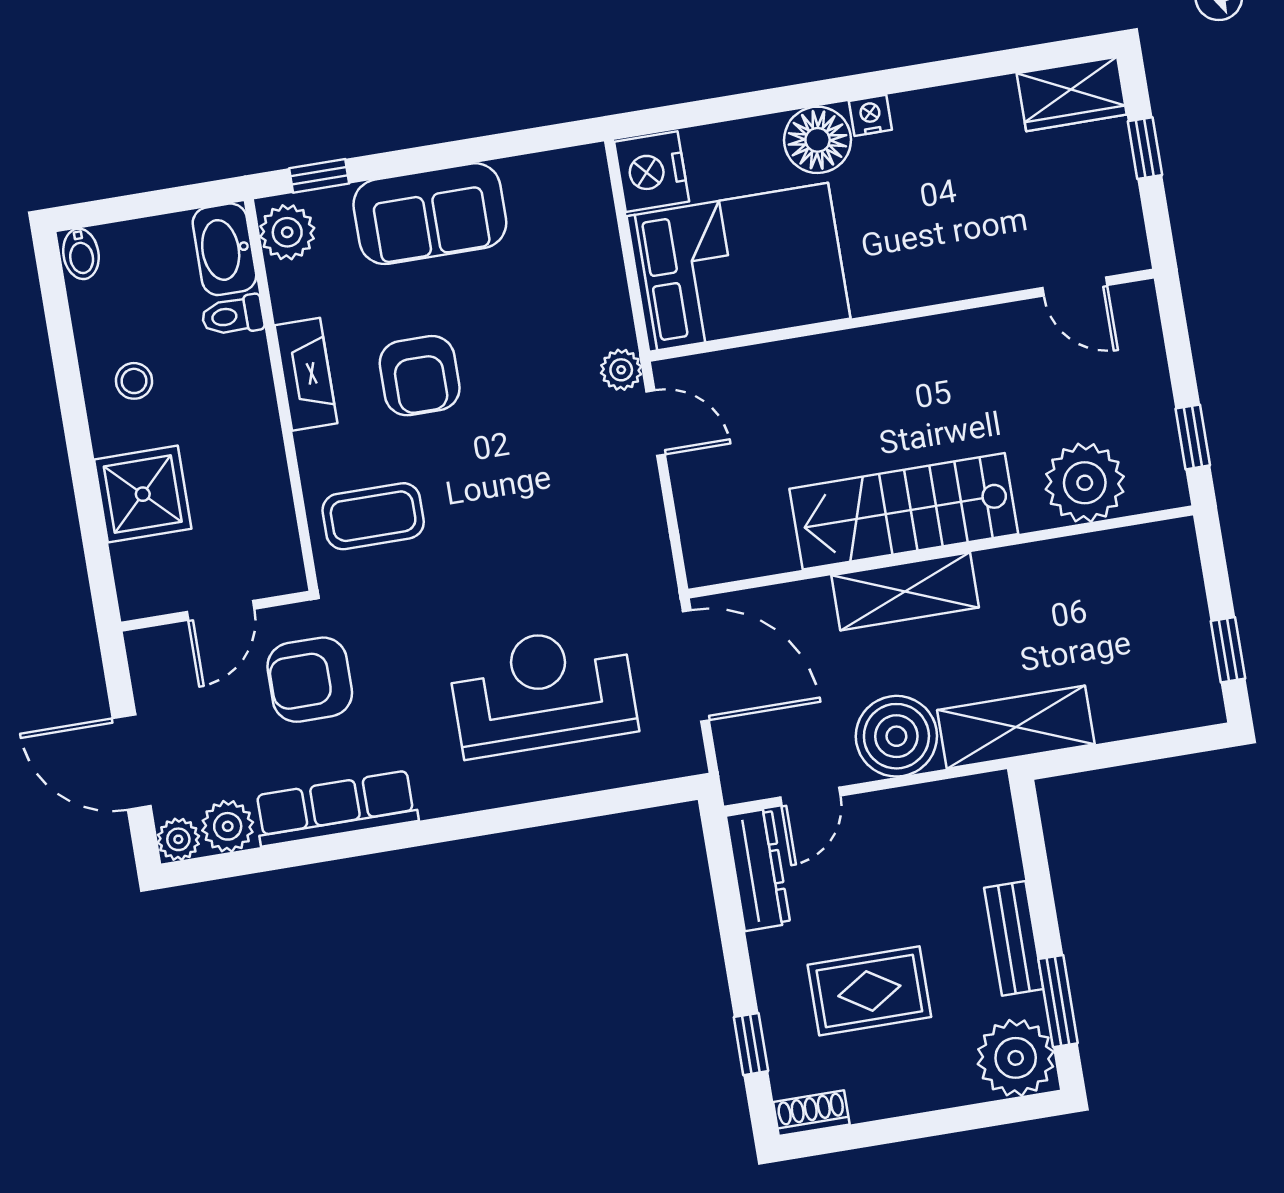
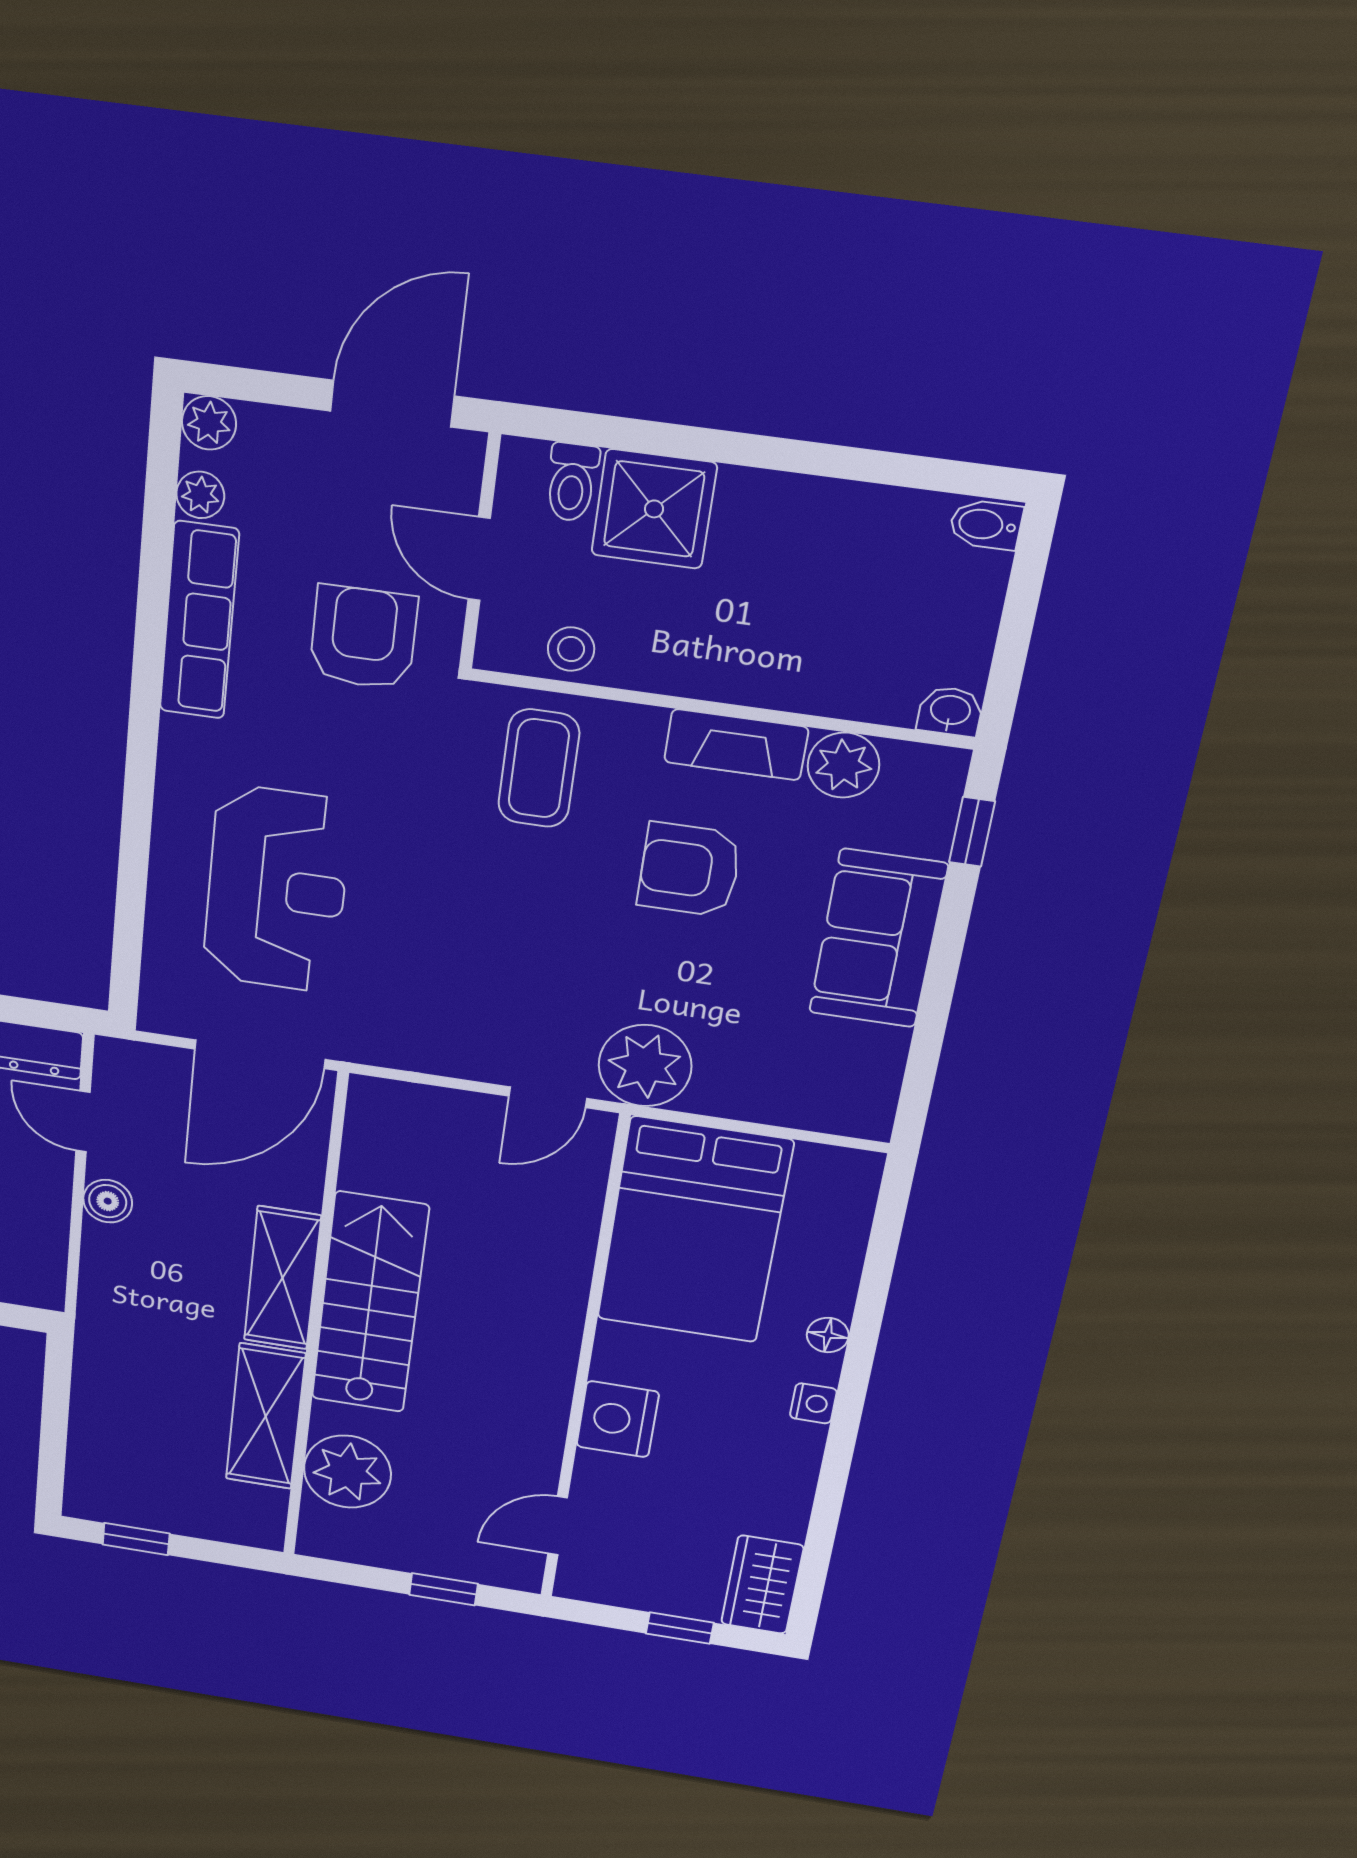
floor lamp: (818, 140) -> (828, 1335), width x0.53, depth x0.53
nightstand: (652, 172) -> (618, 1419), moved, turned -90
plant: (287, 232) -> (843, 765), moved
washbasin: (224, 249) -> (950, 711), width x0.52, depth x0.69
toilet: (233, 316) -> (572, 482), moved, turned 180
plant: (621, 370) -> (645, 1066), width x1.87, depth x1.87
stool: (134, 381) -> (571, 649), moved
window: (1193, 437) -> (443, 1589), moved
shelving: (1016, 727) -> (266, 1417), moved
boiler: (896, 736) -> (108, 1201), width x0.54, depth x0.54
door: (132, 762) -> (392, 404), moved
plant: (228, 826) -> (200, 495), width x0.73, depth x0.73

